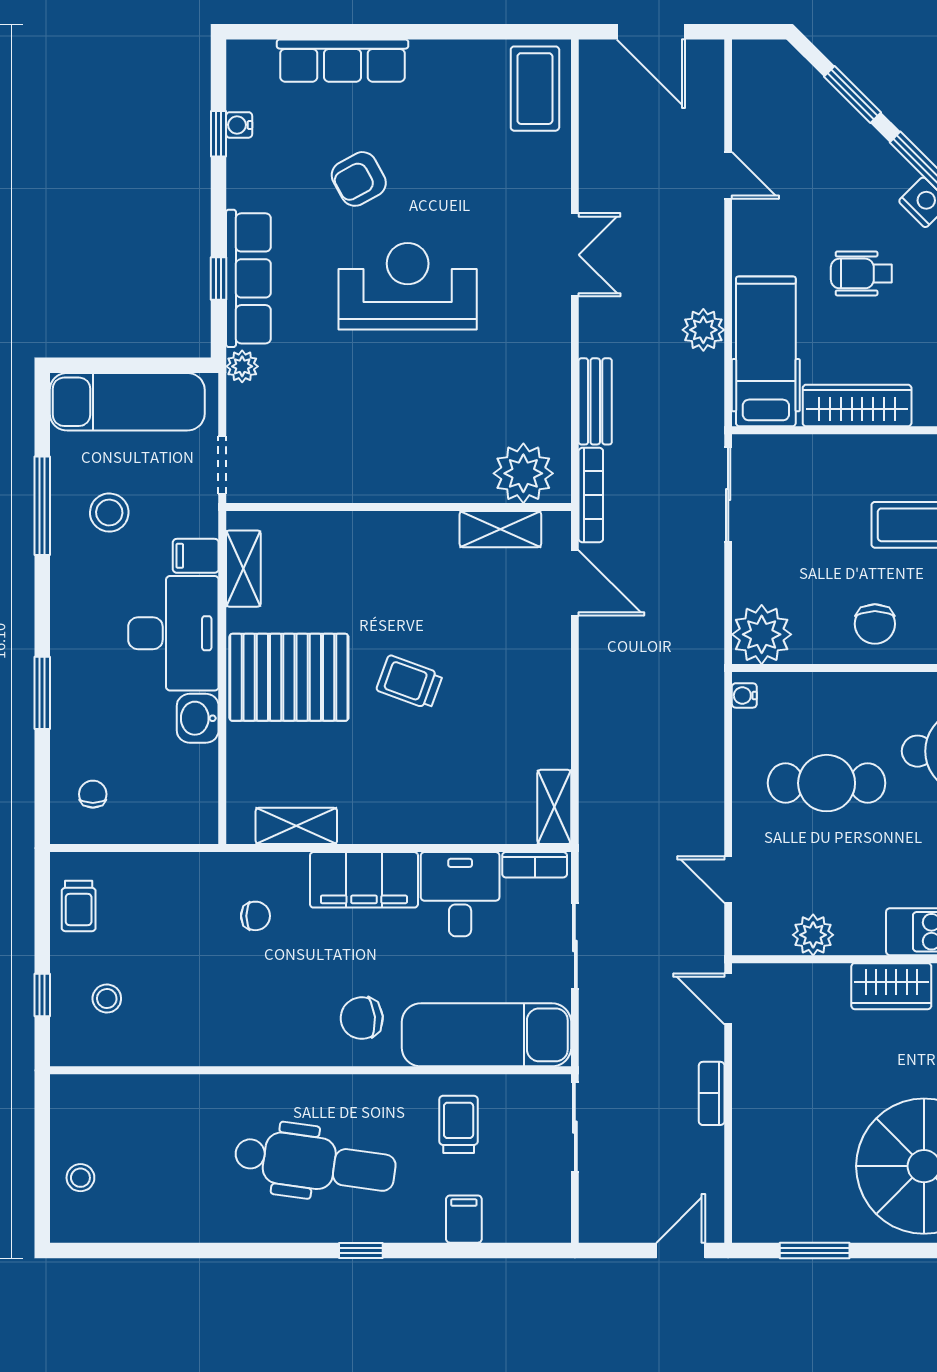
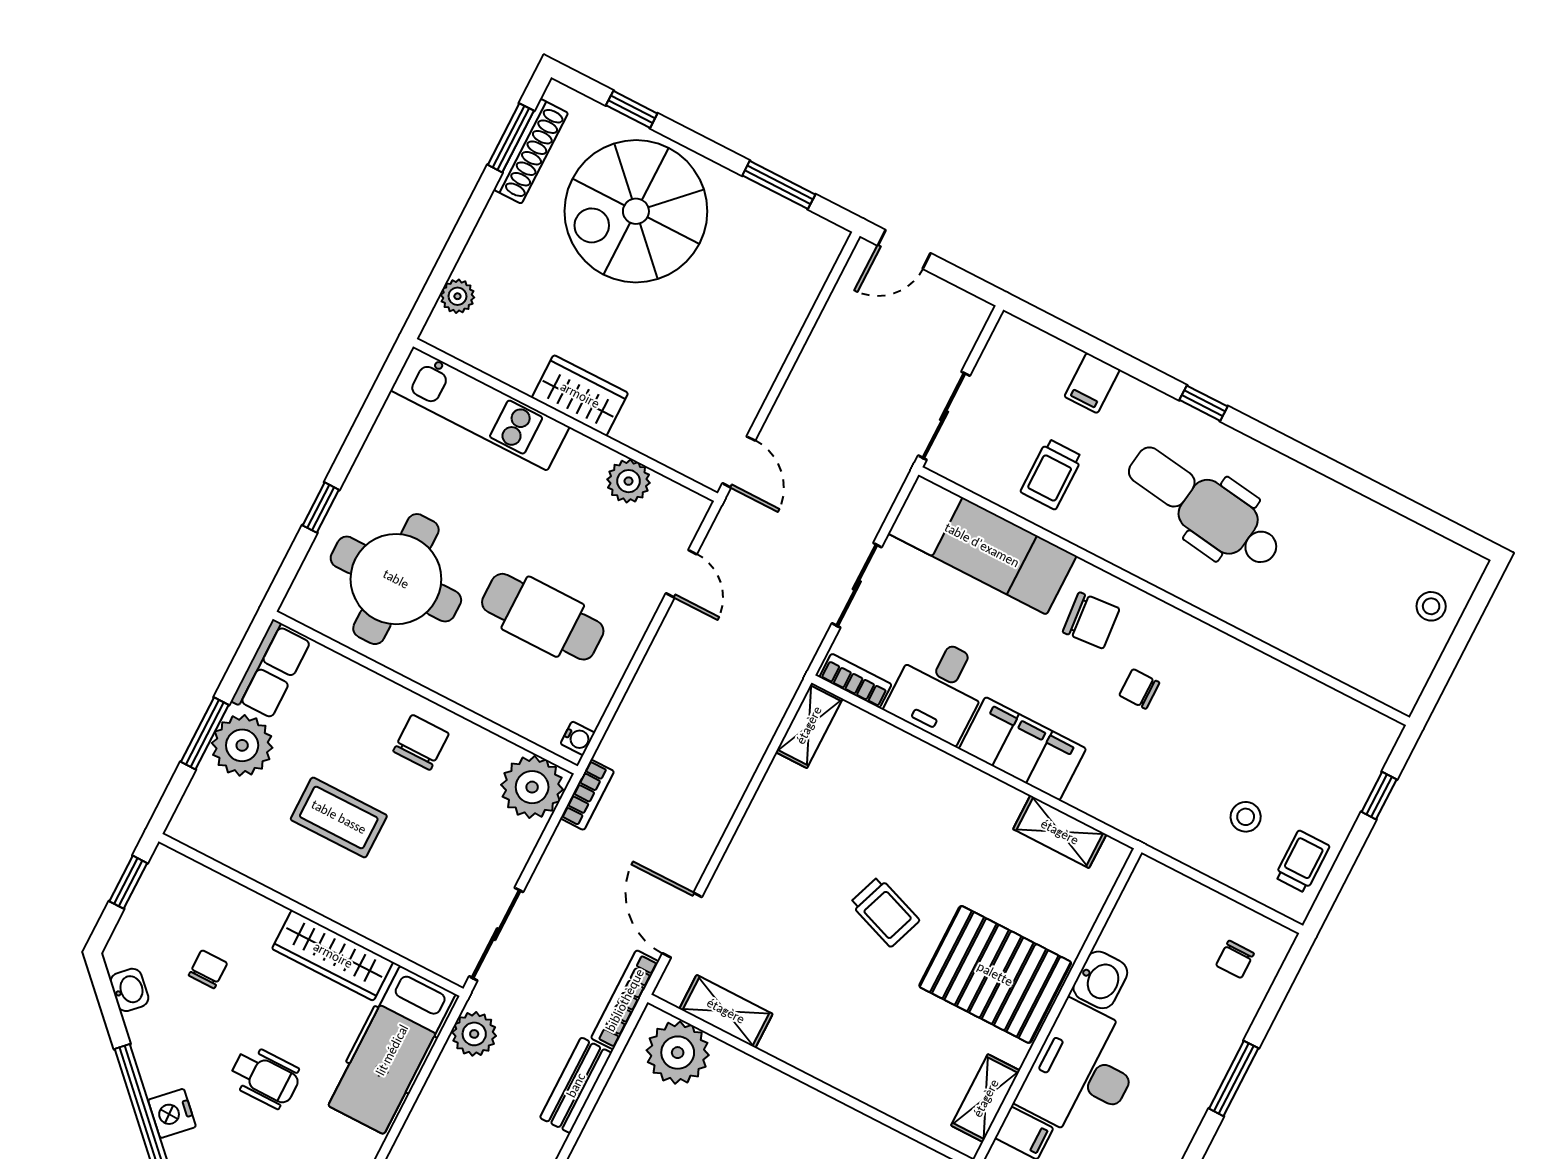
plant: (703, 330) -> (474, 1034), moved
chair: (255, 916) -> (1139, 689), moved
stool: (107, 999) -> (1246, 817), moved
bookcase: (712, 1093) -> (587, 795), moved

